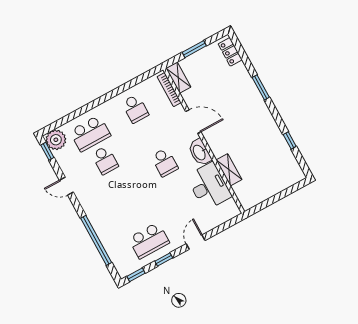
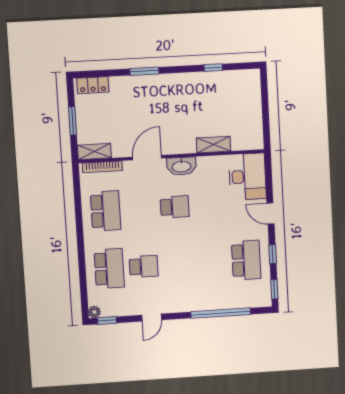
school desk: (135, 109) -> (106, 211), width x1.85
plant: (56, 140) -> (94, 312), width x0.53, depth x0.53
desk: (209, 186) -> (247, 177), moved, turned 90

